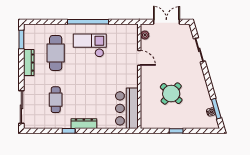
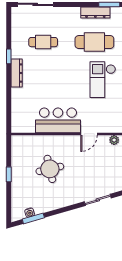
checkout: (90, 45) -> (103, 80), turned 180
dresser: (29, 63) -> (95, 12), moved
round table: (171, 94) -> (50, 169), turned 35
bar counter: (127, 108) -> (58, 120), moved

